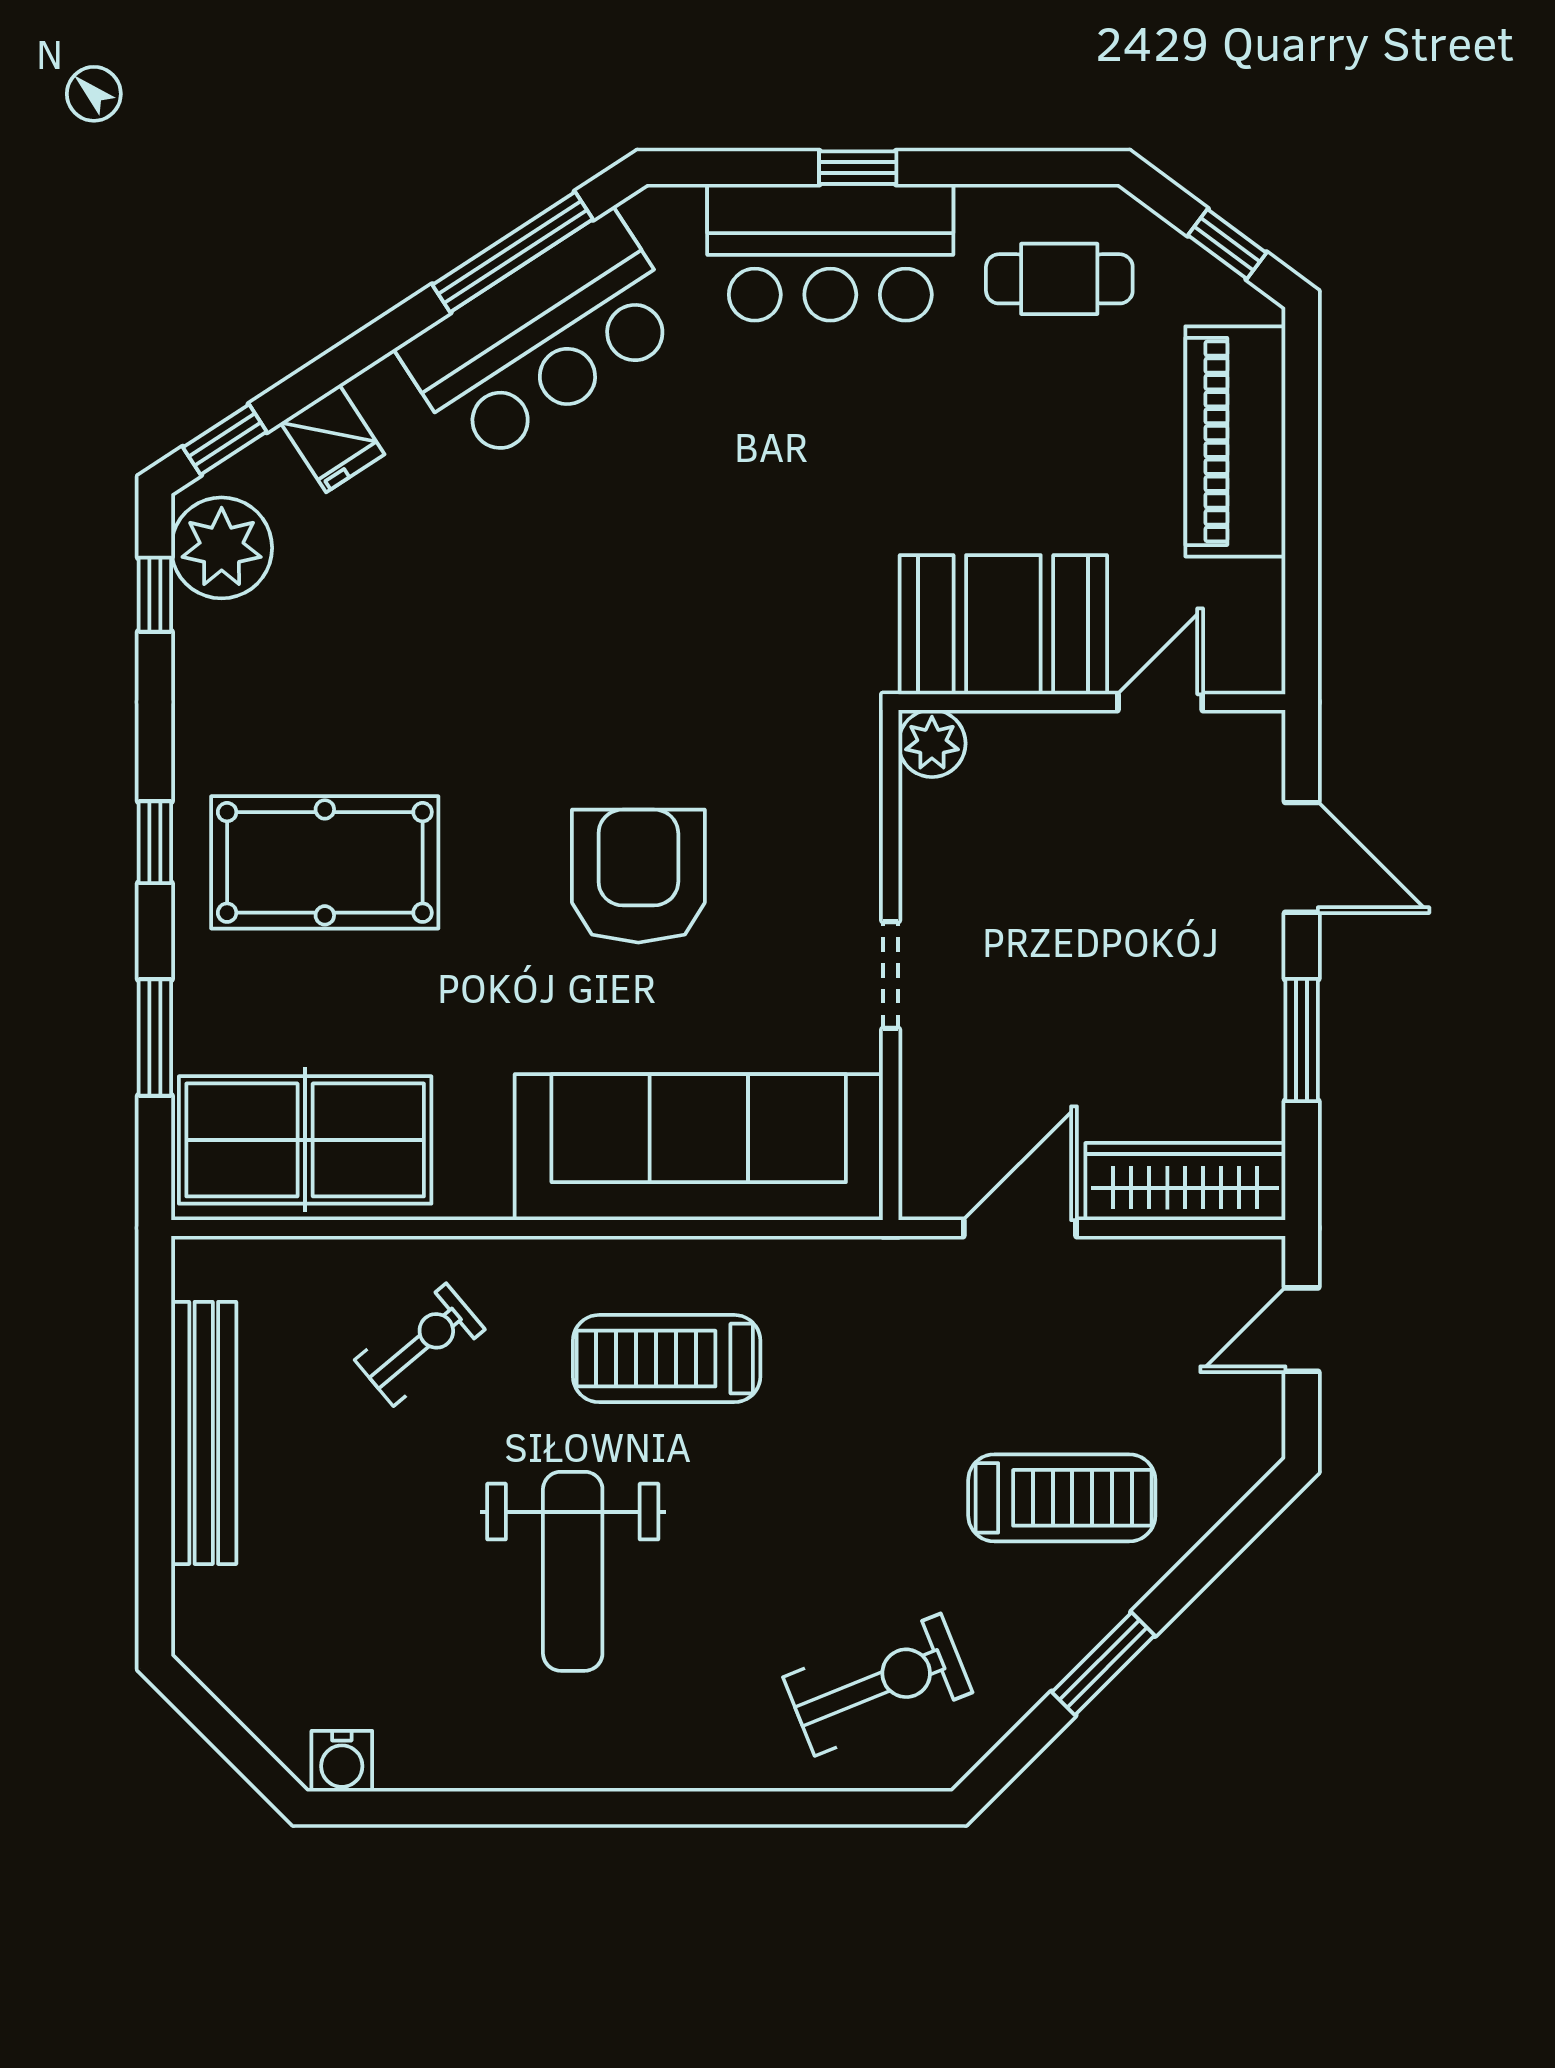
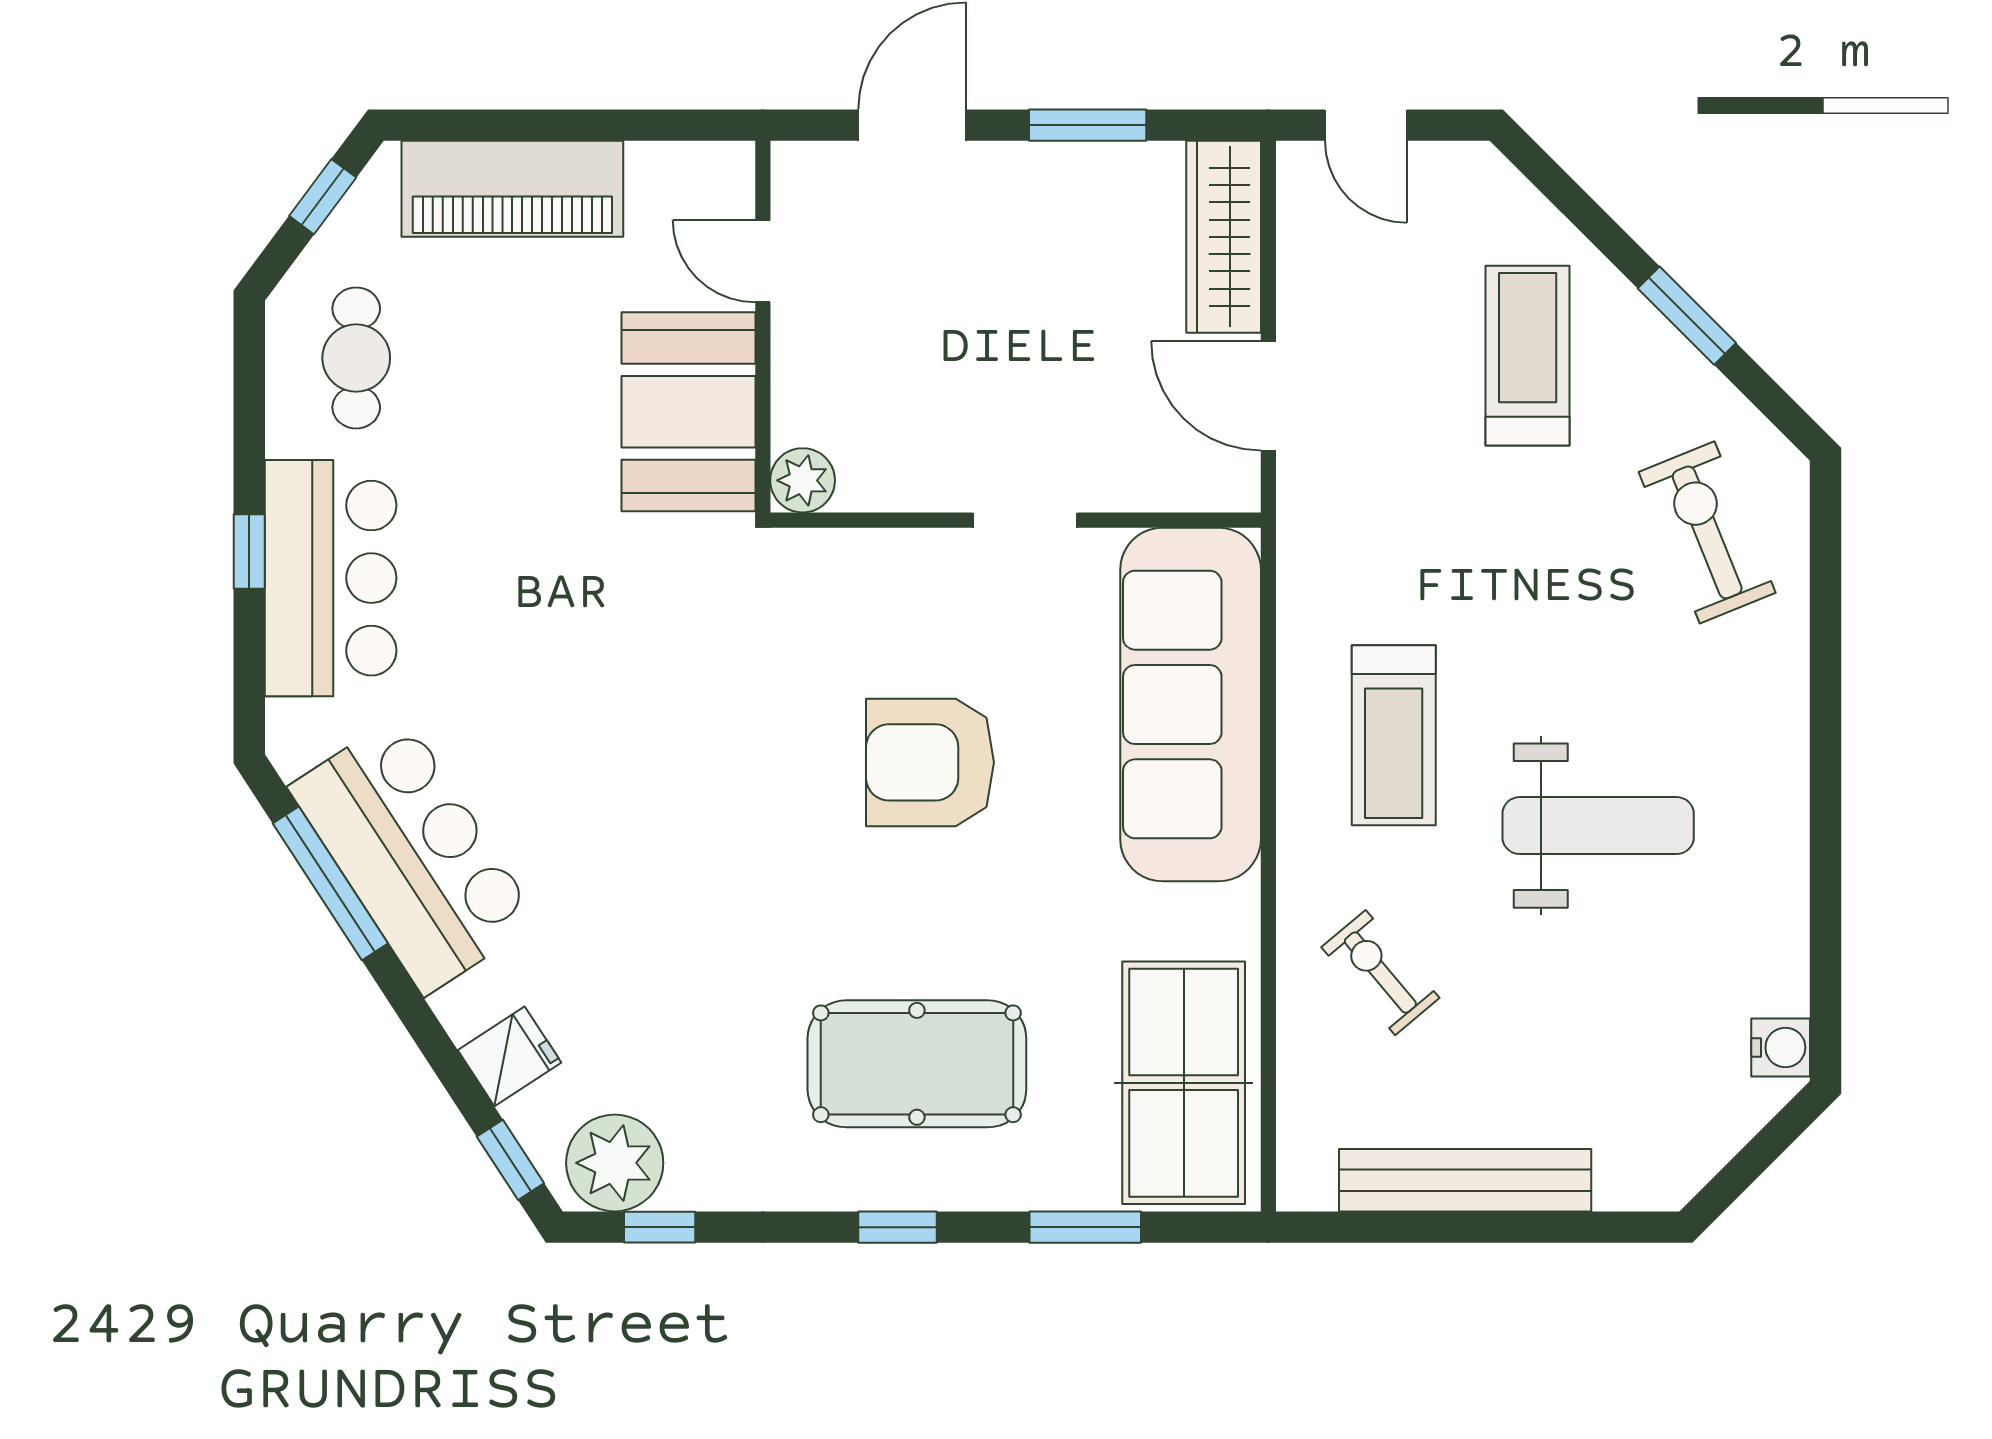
pool table: (325, 862) -> (917, 1064), turned 90

